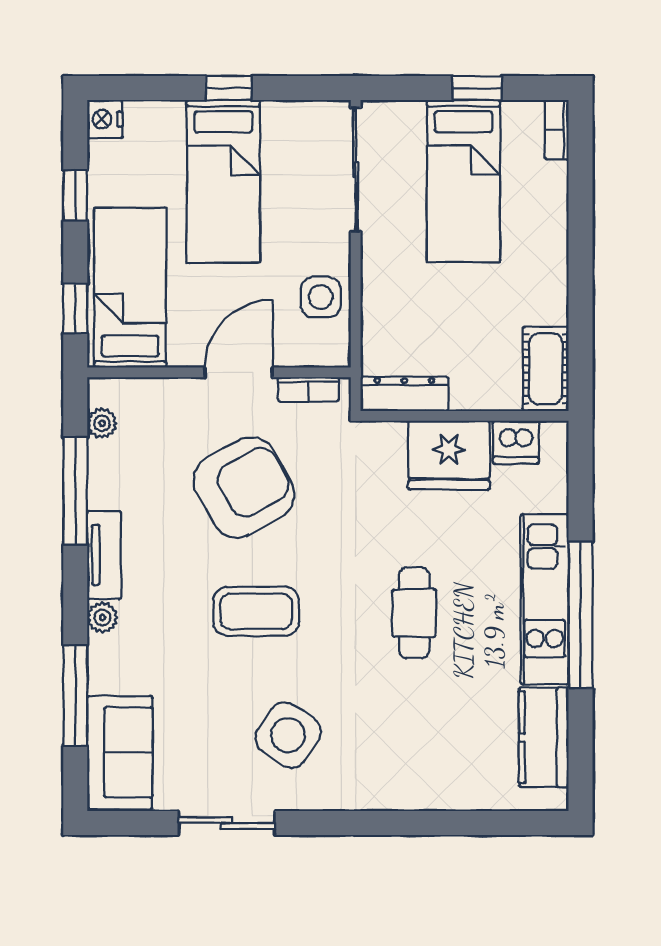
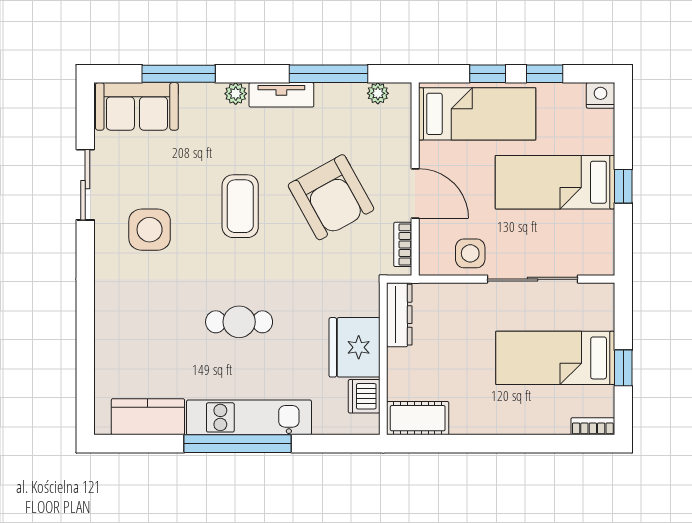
sliding door: (356, 170) -> (533, 279), moved
window: (75, 309) -> (488, 74), moved
side table: (288, 735) -> (150, 230), turned -34

